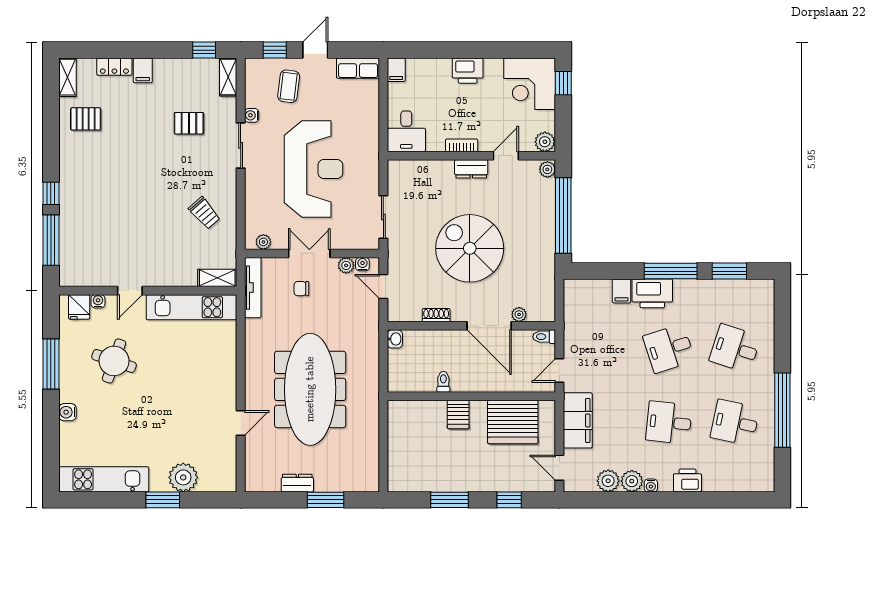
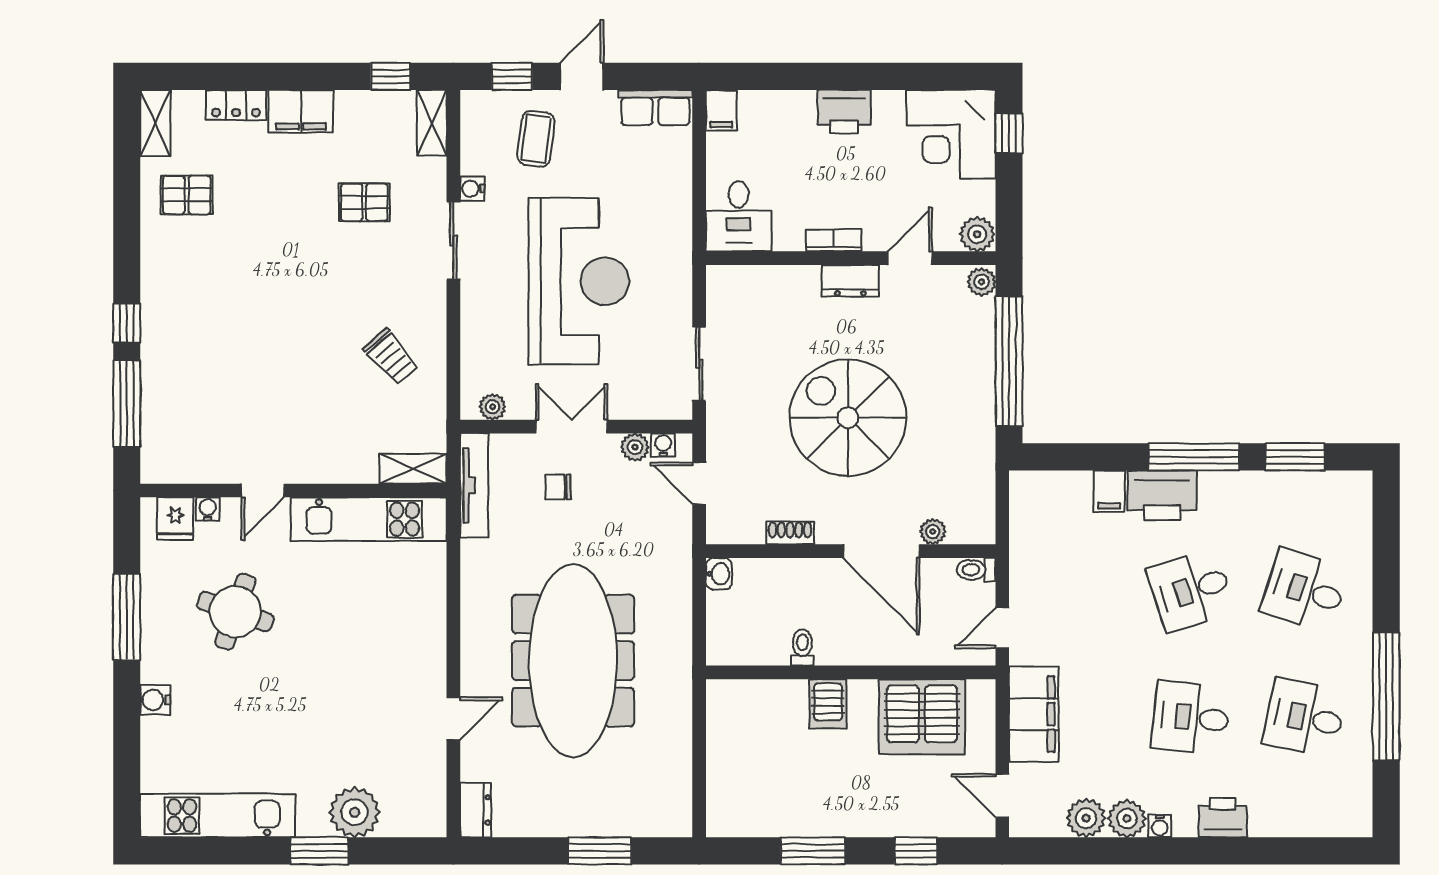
filing cabinet: (143, 70) -> (301, 111), width x2.00
dresser: (297, 483) -> (476, 810), moved, turned 90

